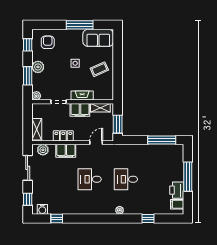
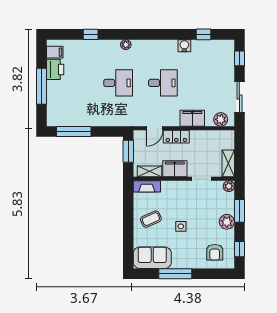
fireplace: (82, 96) -> (147, 186), moved
shelving: (37, 129) -> (228, 163), moved
locker: (63, 136) -> (176, 137), moved
water cooler: (42, 209) -> (184, 46), moved

